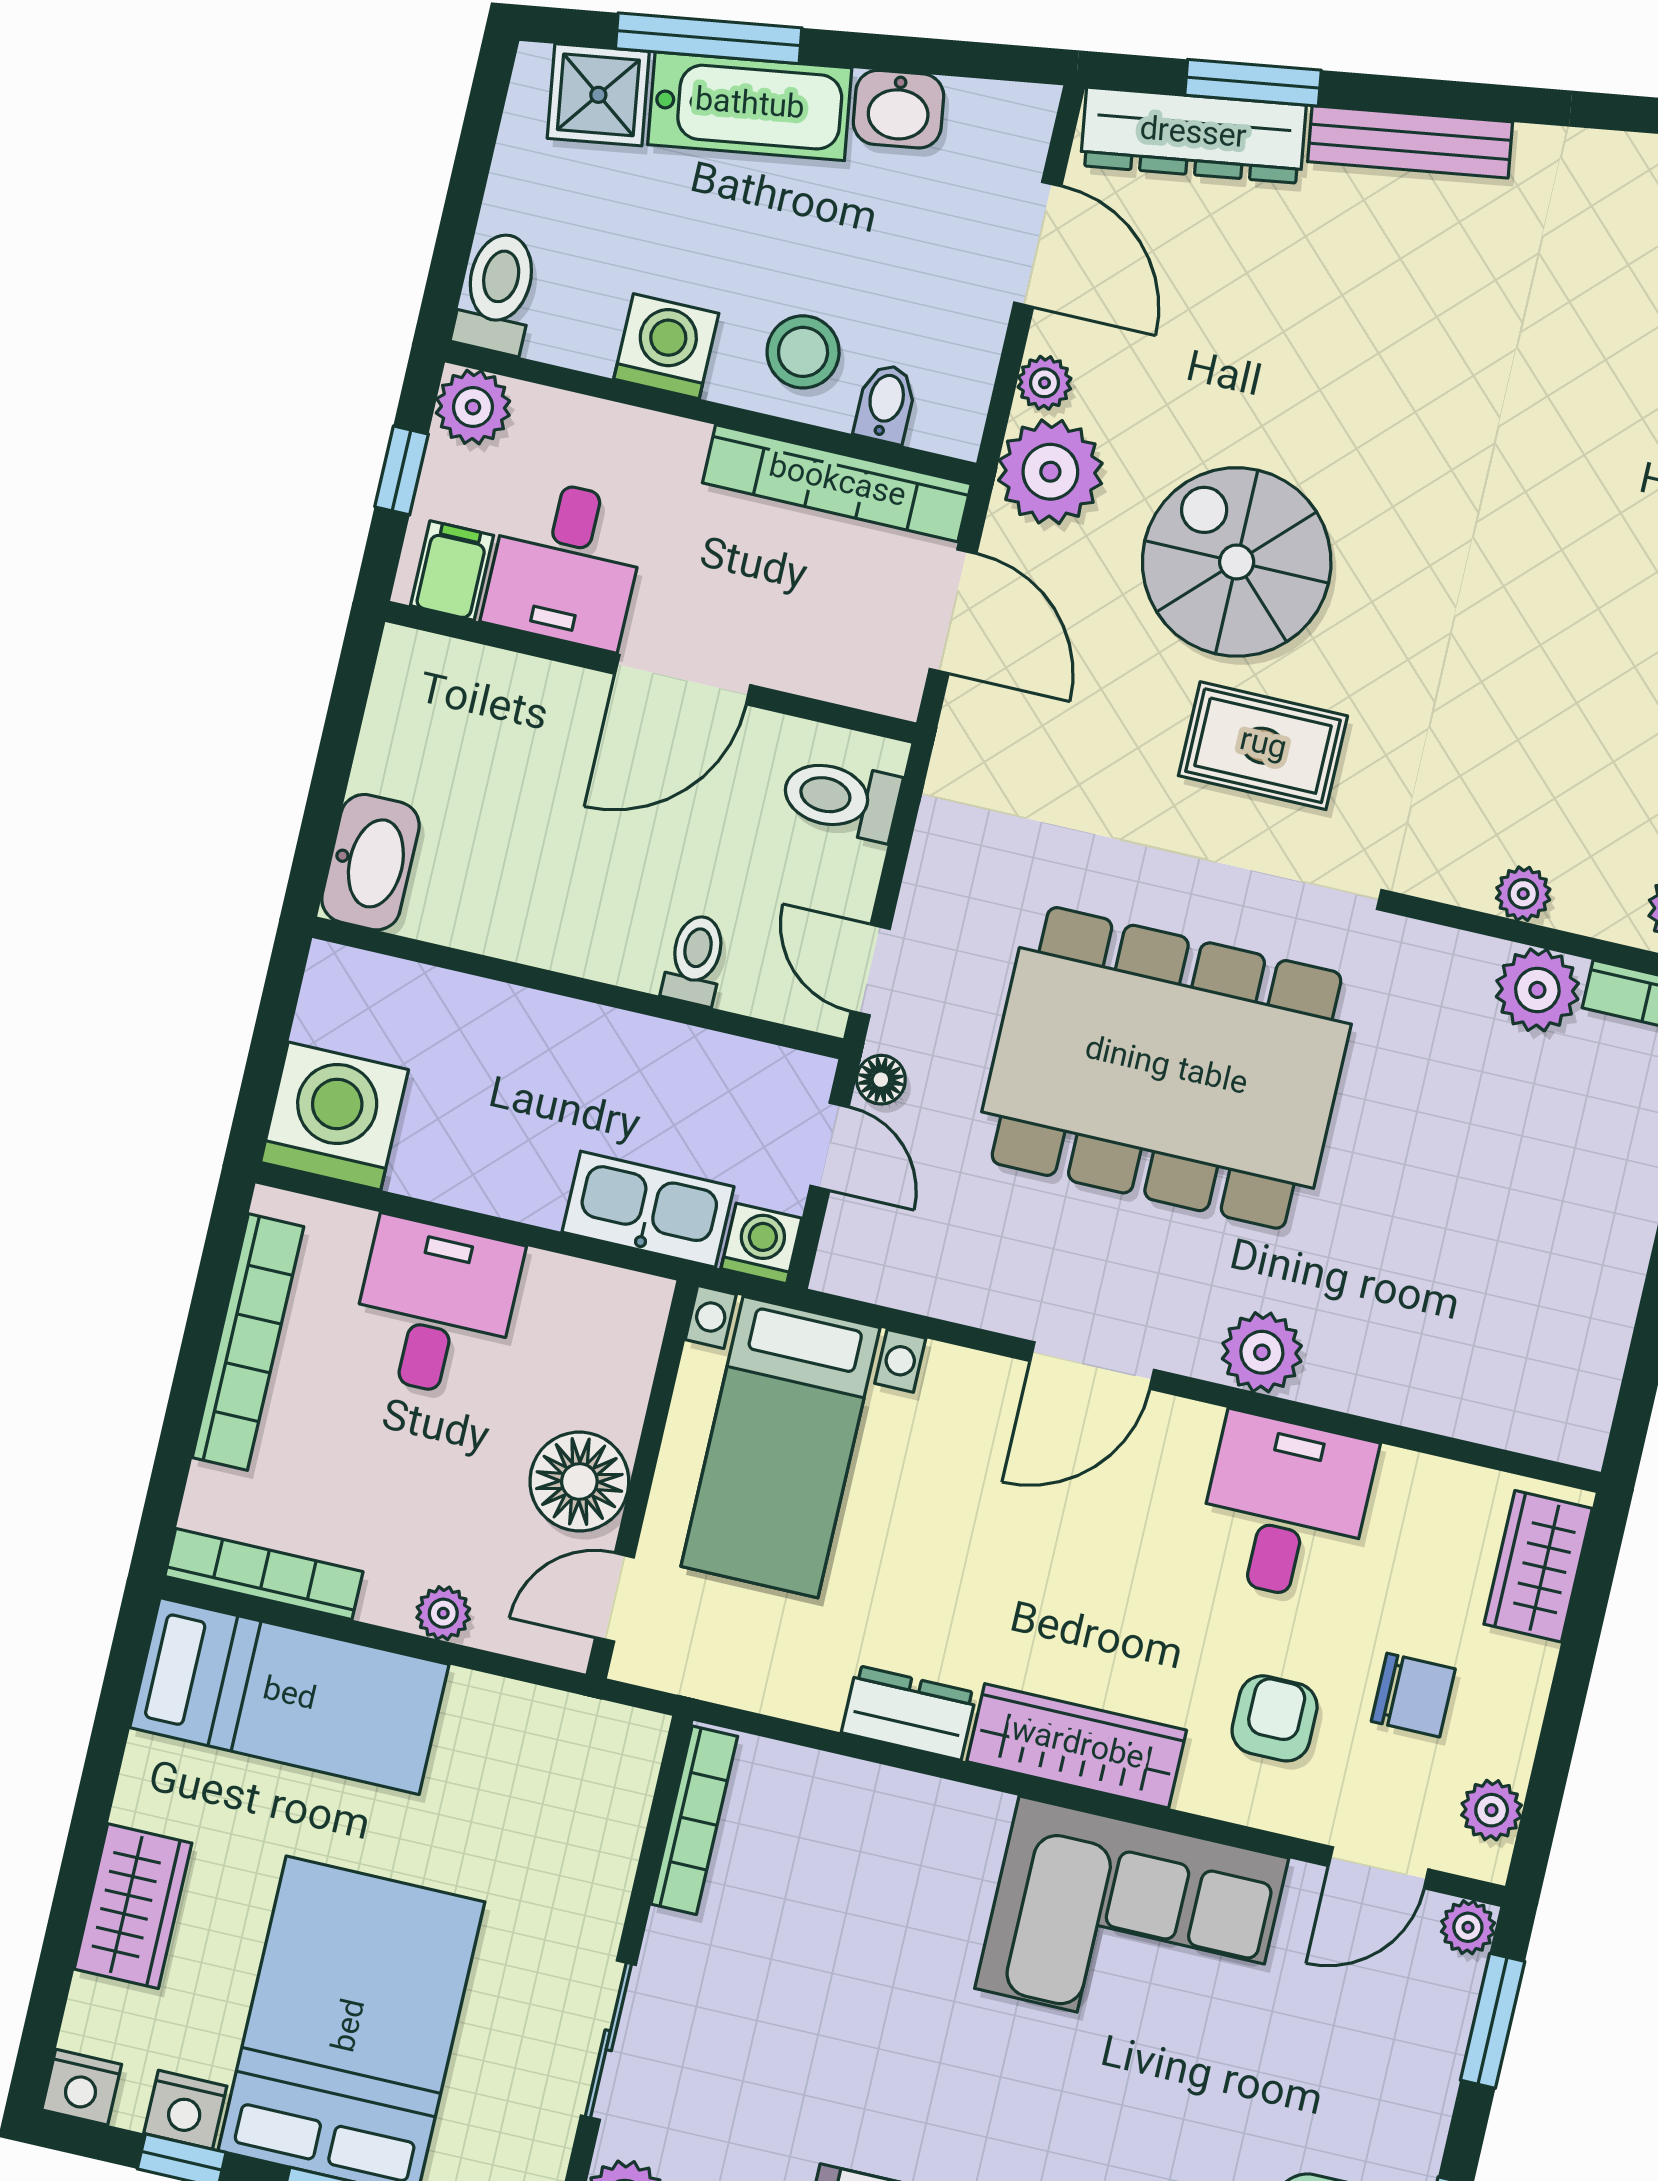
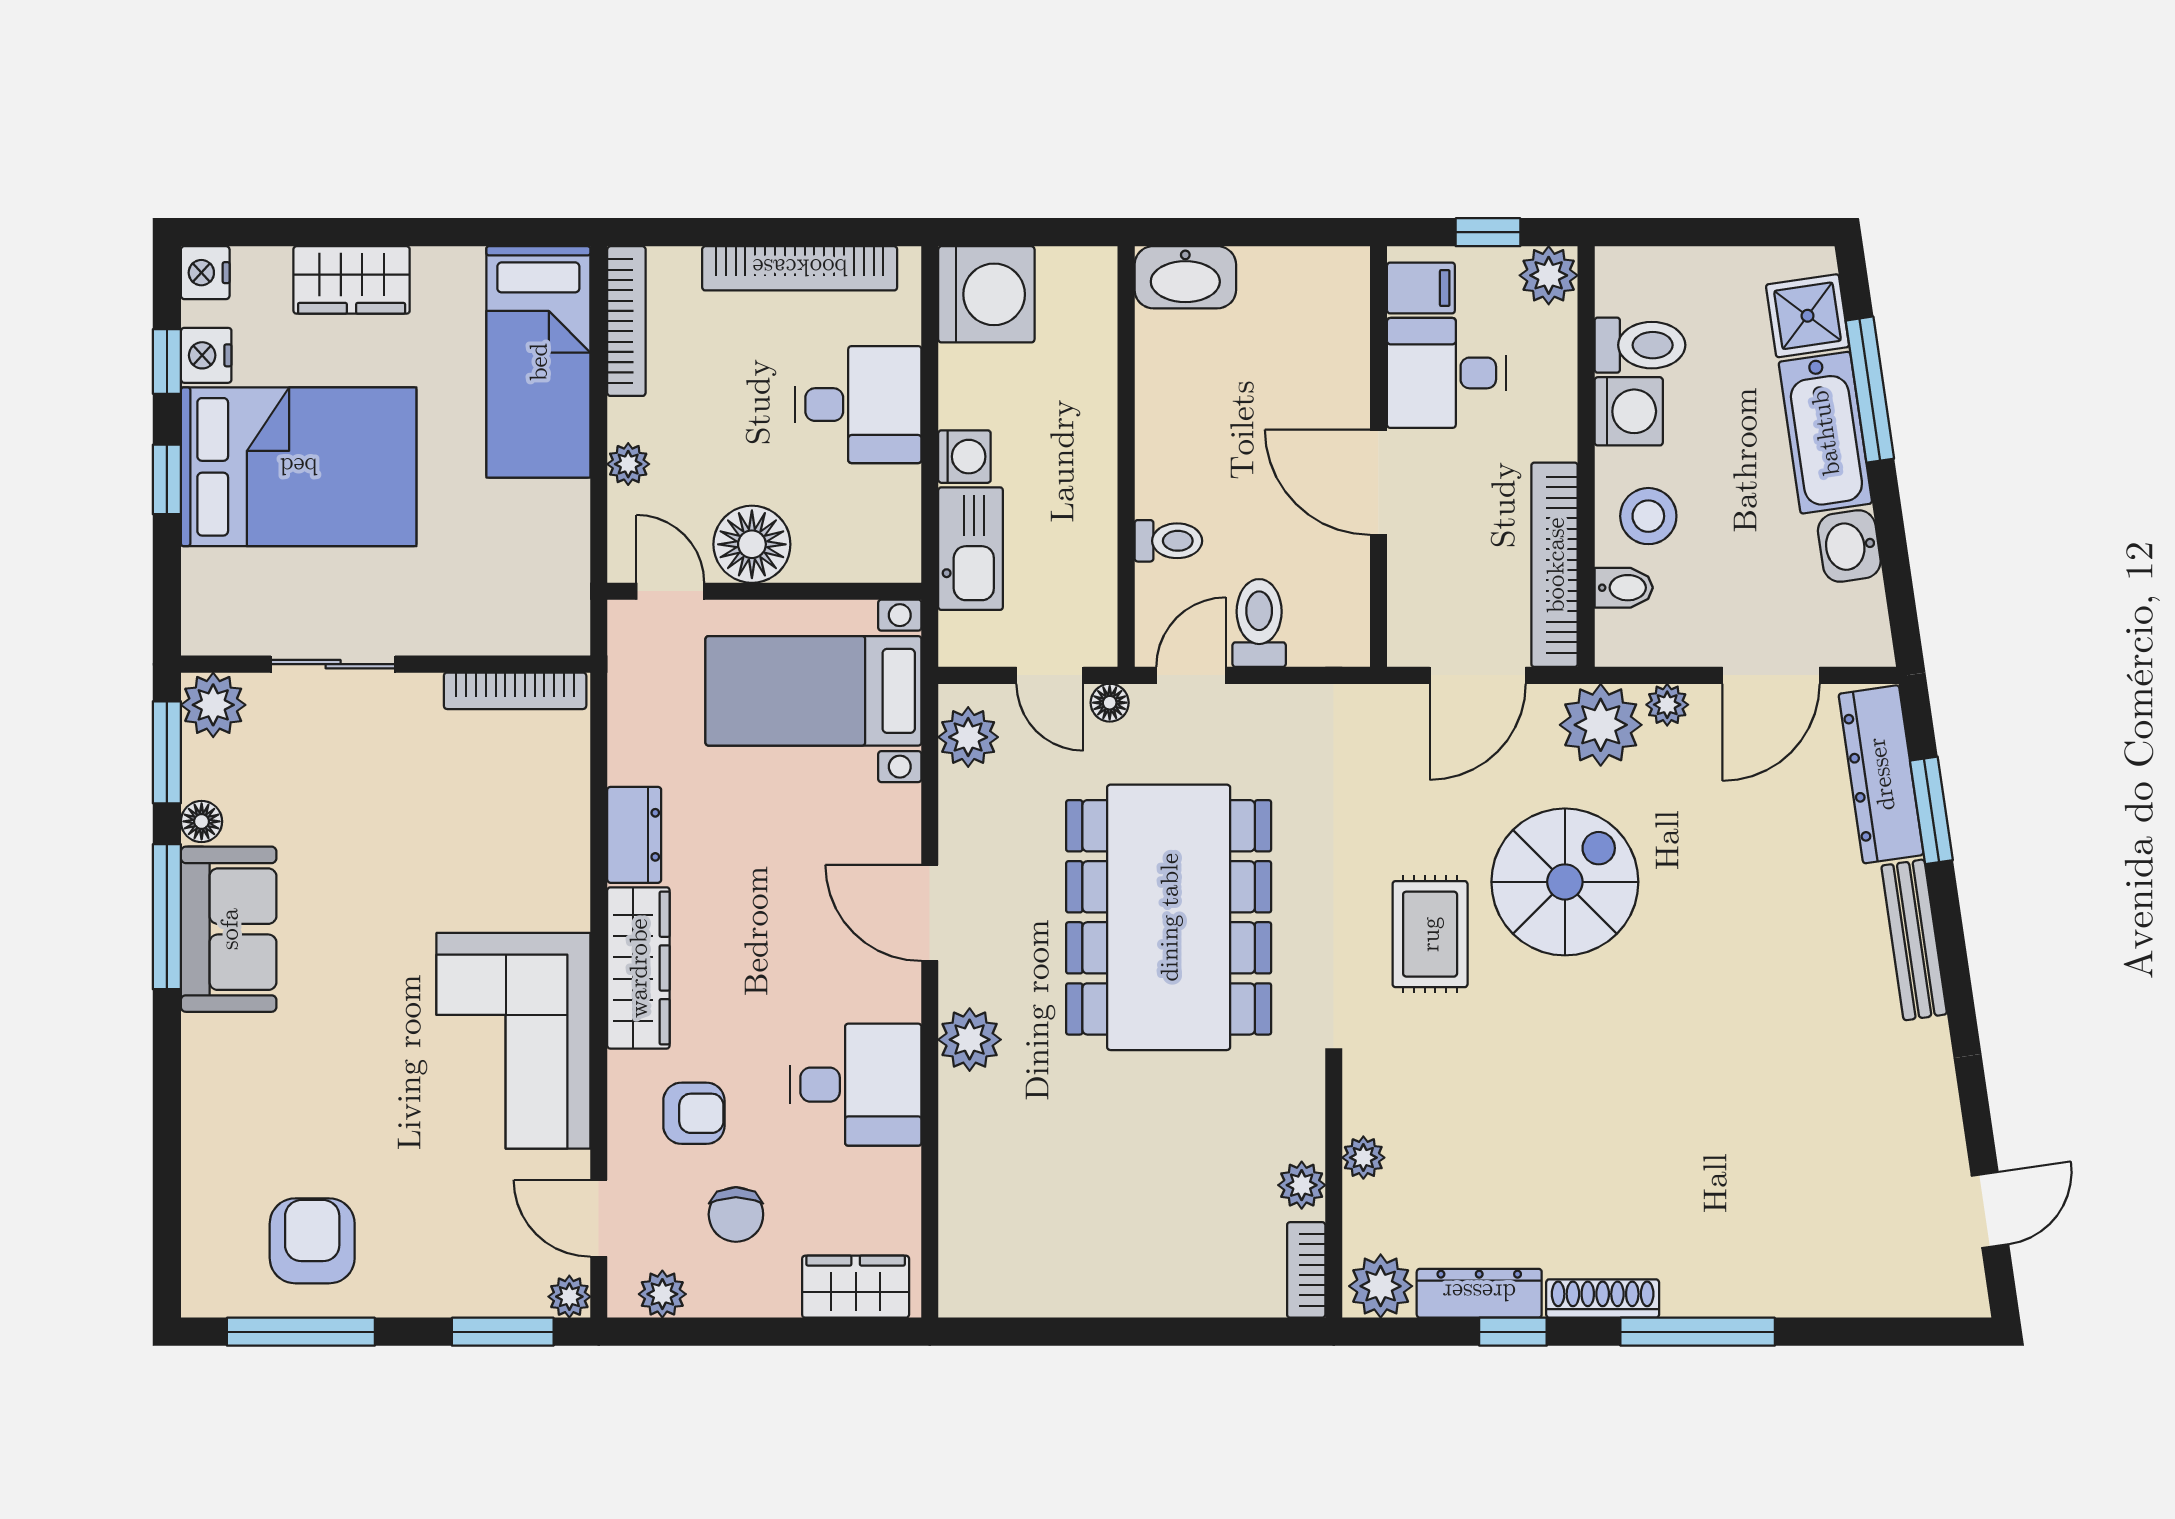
toilet: (497, 292) -> (1640, 345), moved
toilet: (841, 798) -> (1259, 623), moved
plant: (1537, 990) -> (1302, 1185), width x0.73, depth x0.73
door: (829, 1146) -> (1050, 675), hinge flipped
washing machine: (761, 1243) -> (964, 457), moved
plant: (883, 1267) -> (968, 737), added

